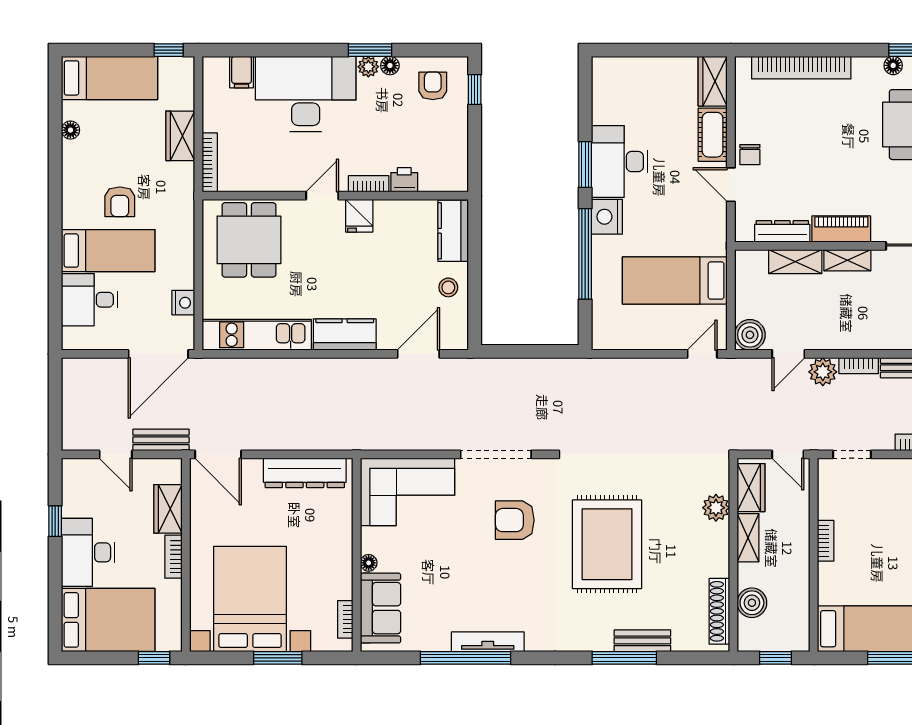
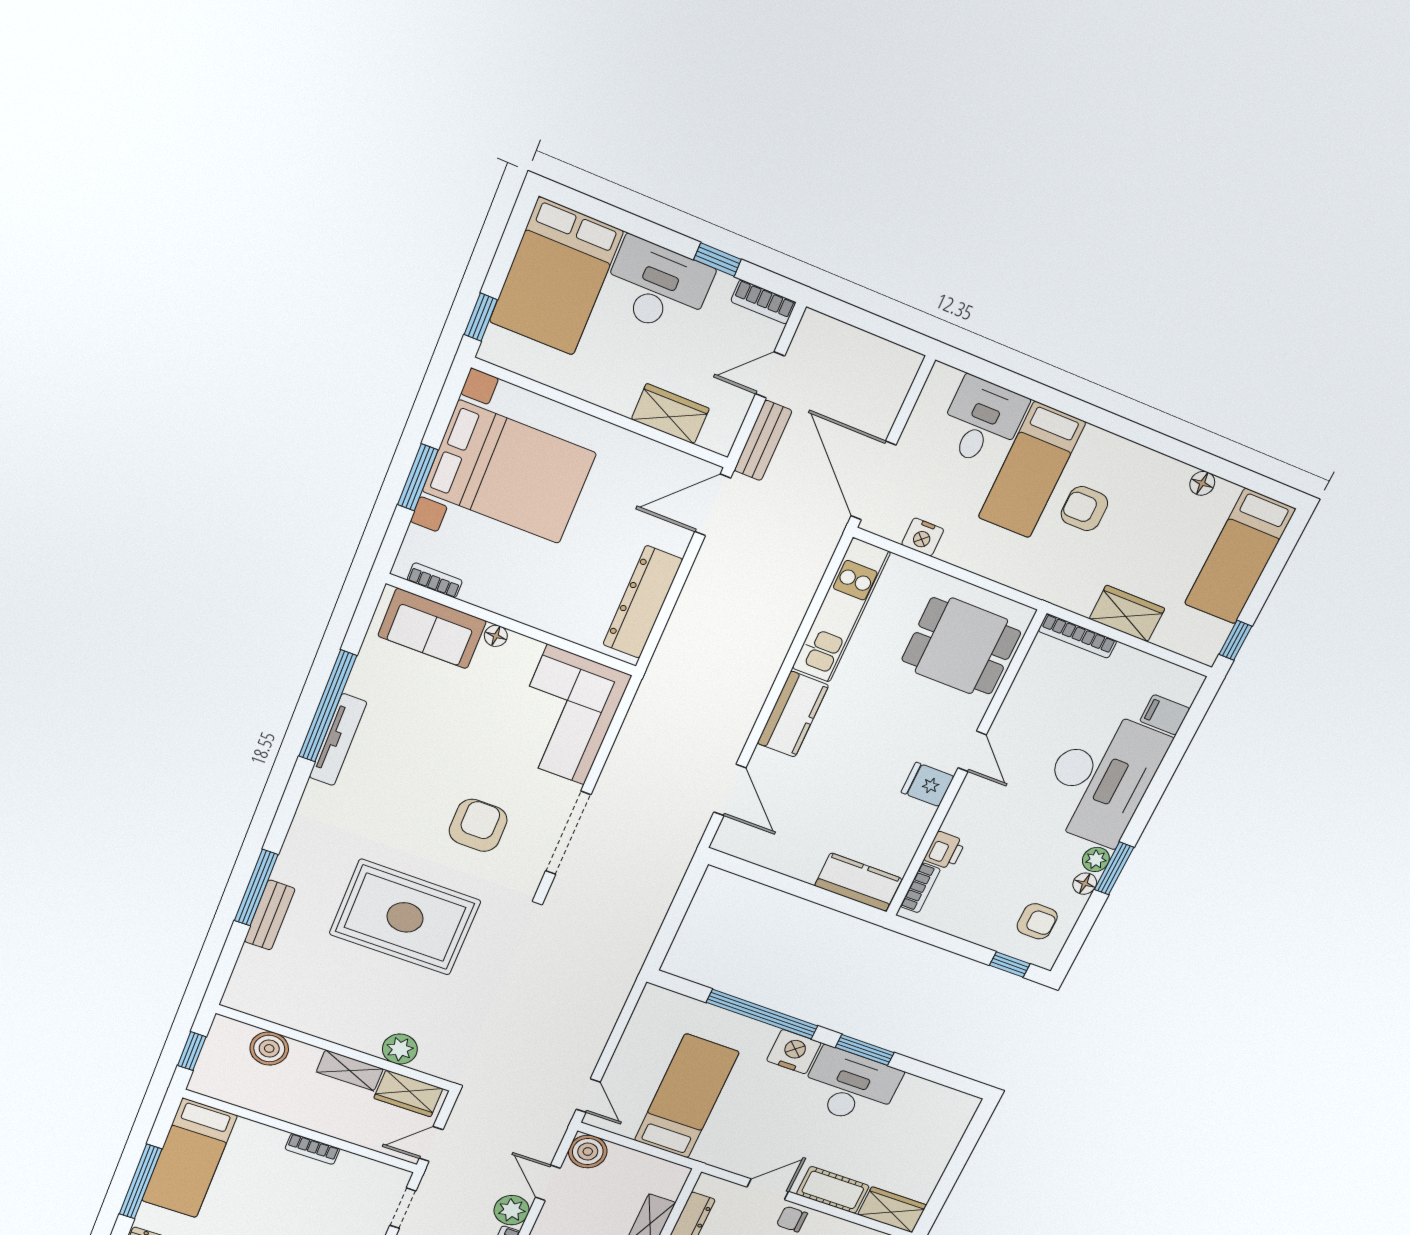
bookcase: (369, 184) -> (920, 888), moved
stool: (448, 287) -> (794, 853), removed
bookcase: (173, 557) -> (763, 302), moved, turned 180
shoe rack: (719, 611) -> (273, 1011), removed

